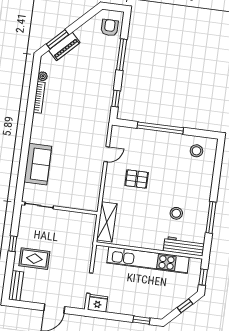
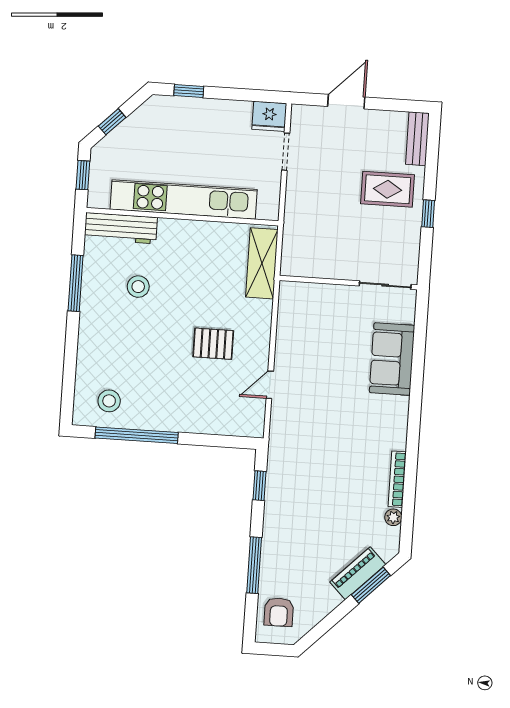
window: (160, 128) -> (137, 435), moved

